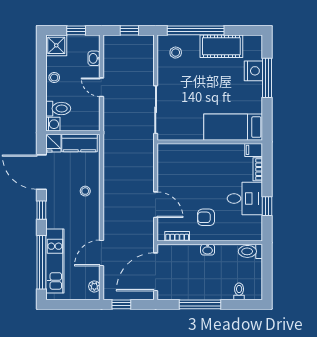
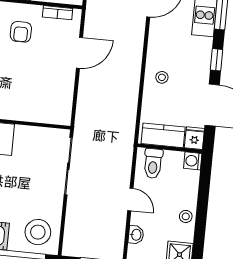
stool: (176, 53) -> (38, 232), width x1.89, depth x1.89
toilet: (58, 109) -> (153, 163), moved, turned -90
door: (156, 205) -> (79, 53), swing flipped
armchair: (206, 217) -> (21, 32), turned 90

